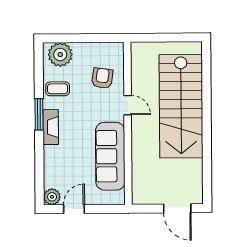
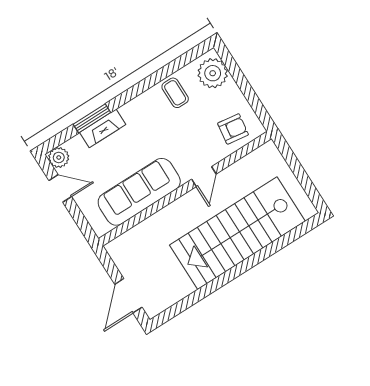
armchair: (102, 78) -> (233, 129), moved
window: (39, 114) -> (92, 118), moved
fireplace: (51, 127) -> (103, 128), moved

